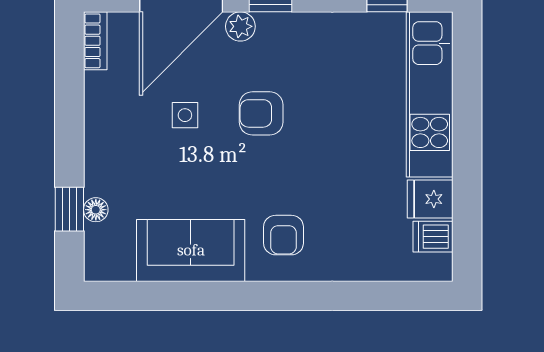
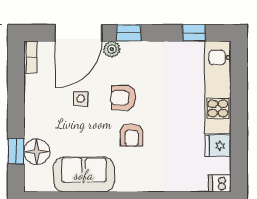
floor lamp: (96, 210) -> (37, 152), width x1.89, depth x1.89
armchair: (283, 235) -> (132, 135), moved
dishwasher: (433, 237) -> (220, 183), moved

